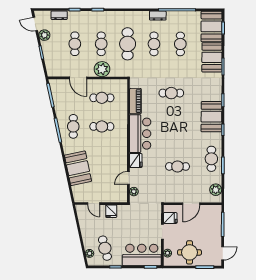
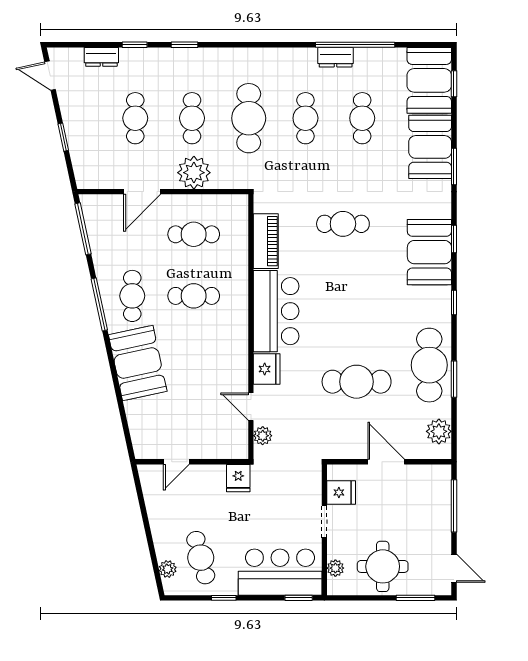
dresser: (158, 16) -> (336, 57), moved
plant: (44, 35) -> (70, 100), removed
door: (78, 78) -> (142, 192), hinge flipped
booth: (211, 117) -> (429, 252), moved
cafe table: (211, 159) -> (429, 365), width x1.37, depth x1.35
cafe table: (177, 166) -> (357, 382), width x1.37, depth x1.35
booth: (78, 168) -> (138, 363), moved
door: (128, 178) -> (251, 407), hinge flipped
door: (94, 204) -> (176, 462), hinge flipped
door: (191, 204) -> (386, 462), swing flipped
fridge: (111, 211) -> (238, 478), moved
door: (223, 253) -> (454, 568), hinge flipped

